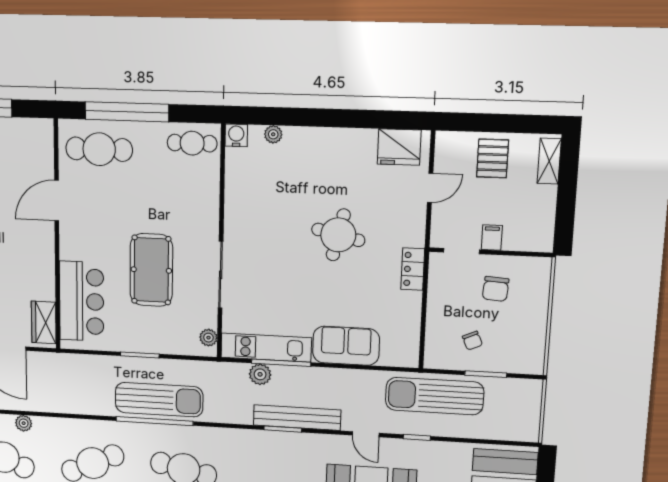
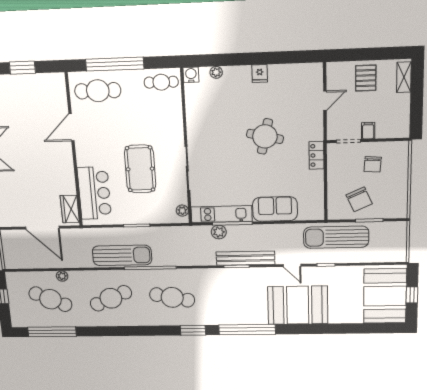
fridge: (399, 147) -> (260, 74), moved, width x0.53, depth x0.75
chair: (472, 341) -> (359, 199), width x1.87, depth x1.87
sun lounger: (159, 400) -> (122, 255), moved

